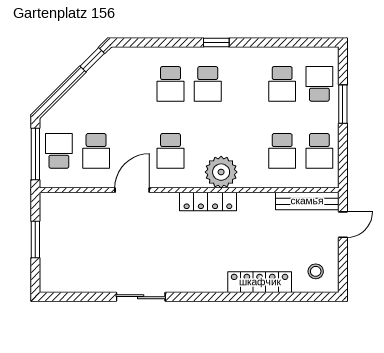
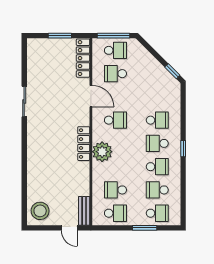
school desk: (171, 84) -> (157, 120), turned 180
school desk: (245, 84) -> (157, 167), added
school desk: (171, 151) -> (115, 120), turned 180
school desk: (319, 151) -> (115, 213), turned 180
bench: (307, 201) -> (84, 211), width x0.73
stool: (316, 271) -> (40, 211), width x1.89, depth x1.89
locker: (260, 282) -> (83, 58), moved, turned 180

